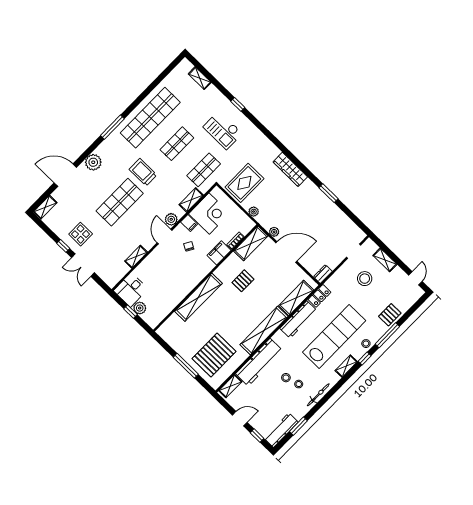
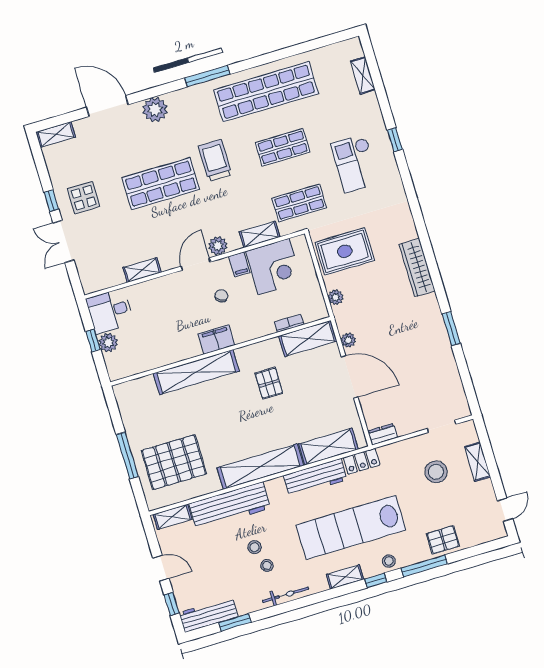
filing cabinet: (219, 253) -> (216, 339), moved
pallet: (243, 281) -> (269, 383), turned 90
lab bench: (334, 336) -> (351, 527), turned 180

